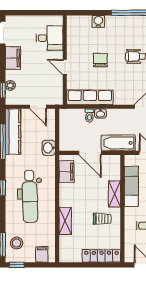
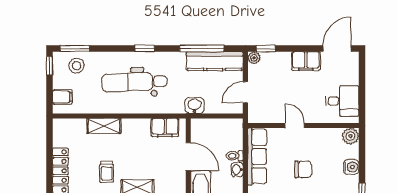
plant: (73, 22) -> (350, 136), added
desk: (50, 38) -> (342, 101), moved, turned -90
door: (65, 67) -> (295, 125), hinge flipped
plant: (10, 86) -> (254, 58), moved
door: (90, 153) -> (188, 157), swing flipped

